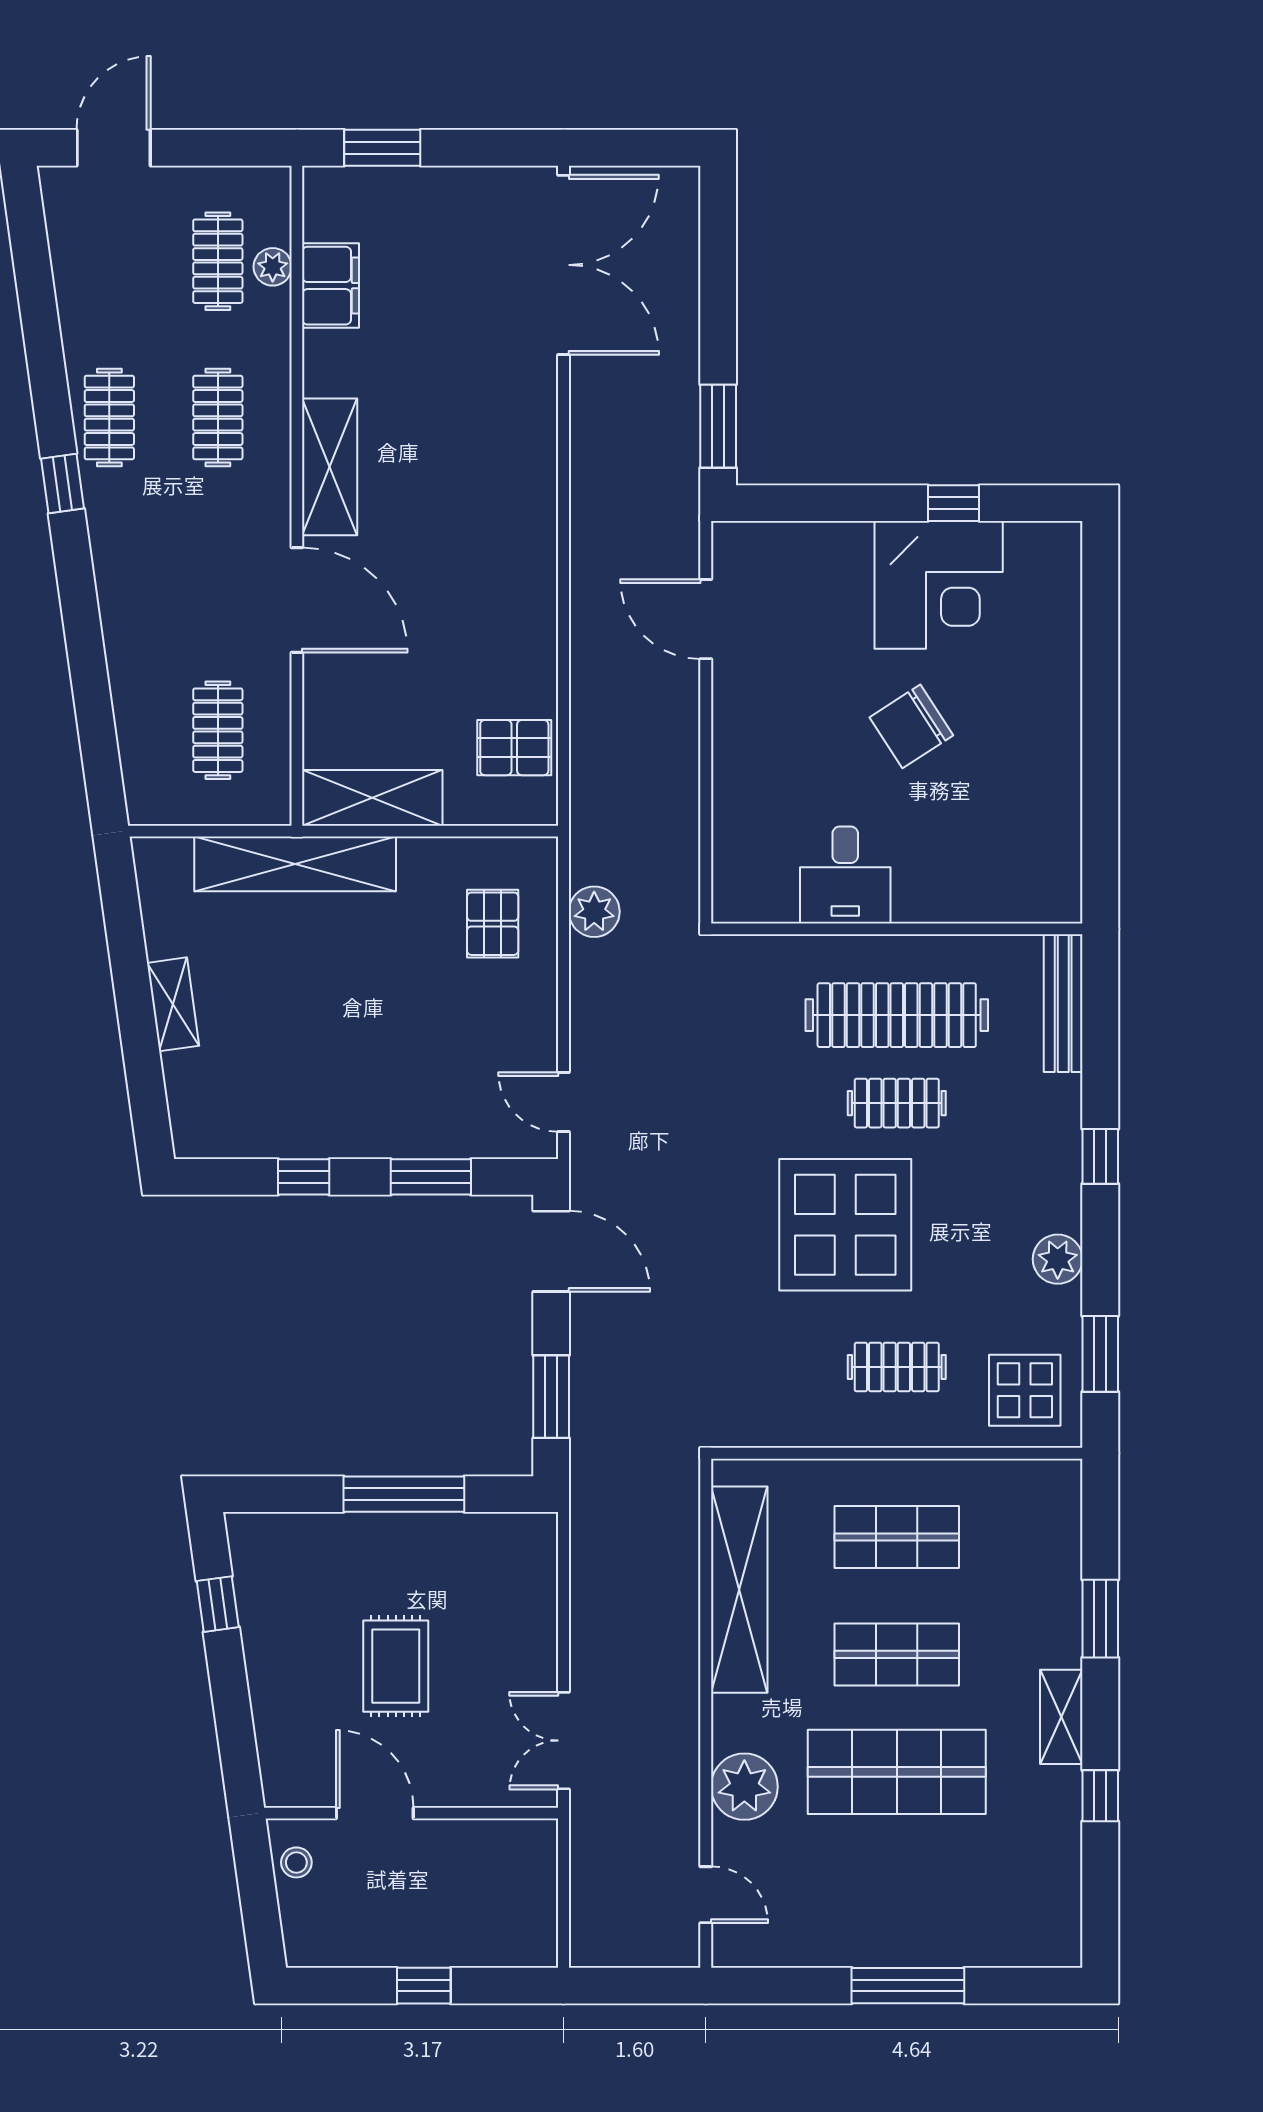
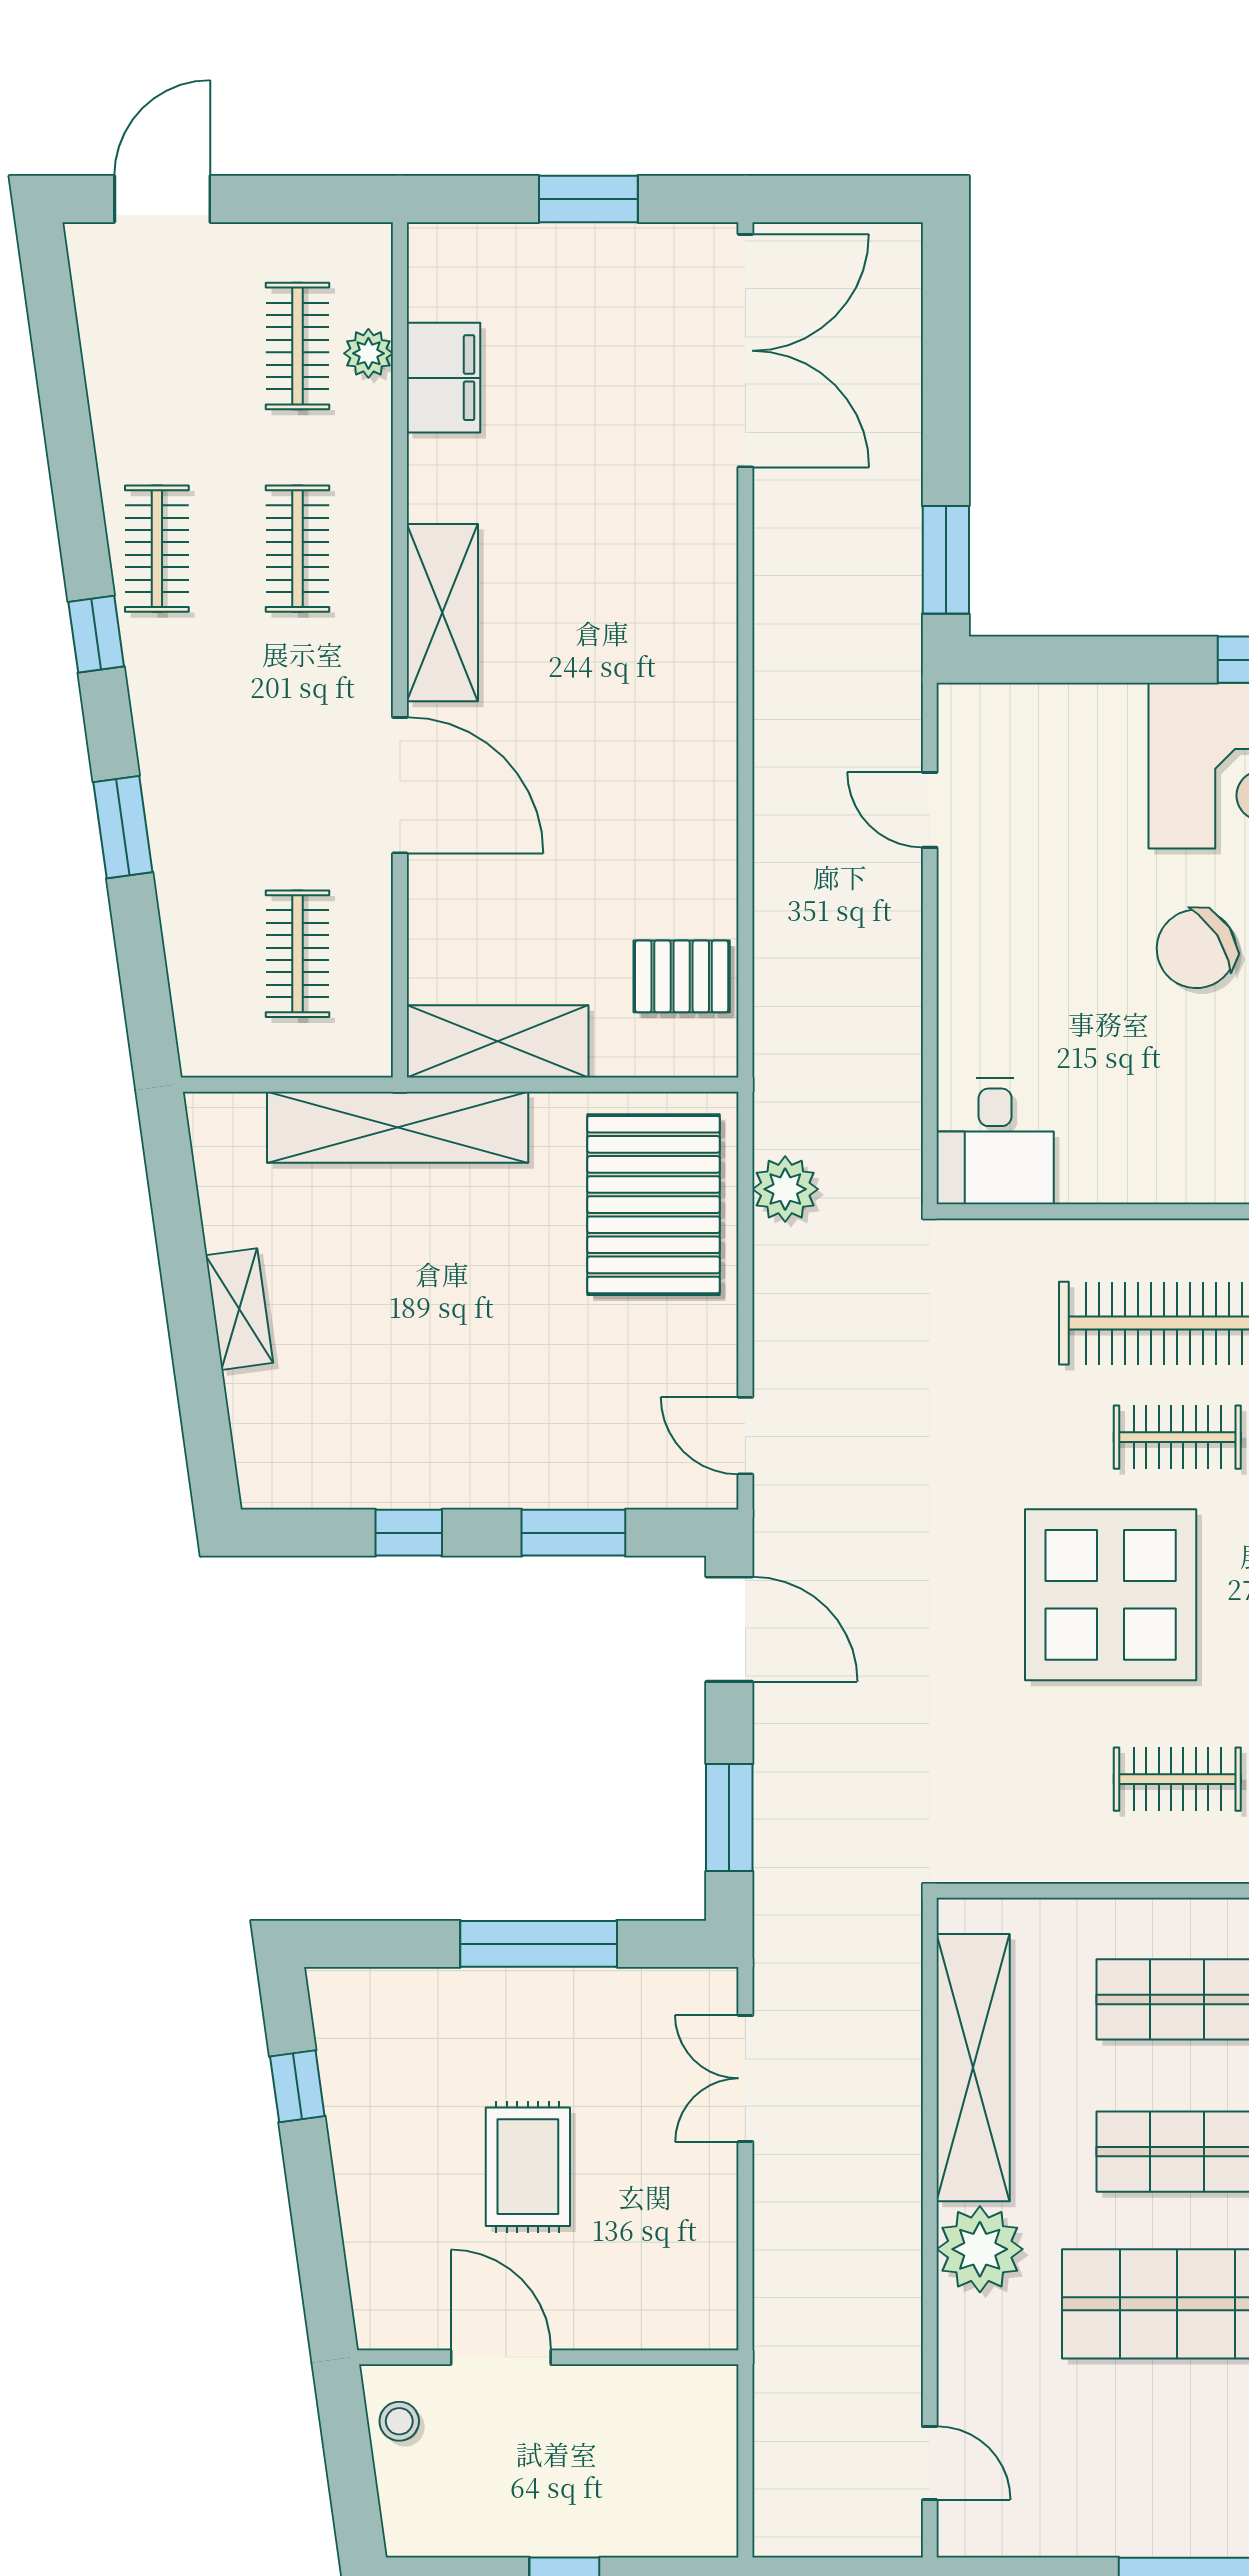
window: (382, 148) -> (588, 199), moved
door: (706, 619) -> (930, 810), width x0.73
window: (83, 632) -> (123, 827), added
desk: (845, 875) -> (995, 1141), moved
pallet: (493, 924) -> (654, 1205), width x2.05, depth x2.00
double door: (563, 1741) -> (745, 2078), moved
plant: (744, 1787) -> (980, 2249), moved

